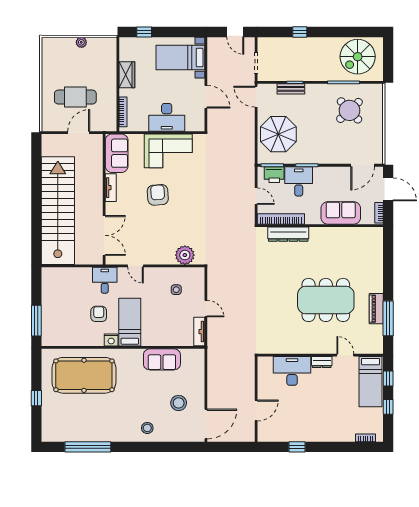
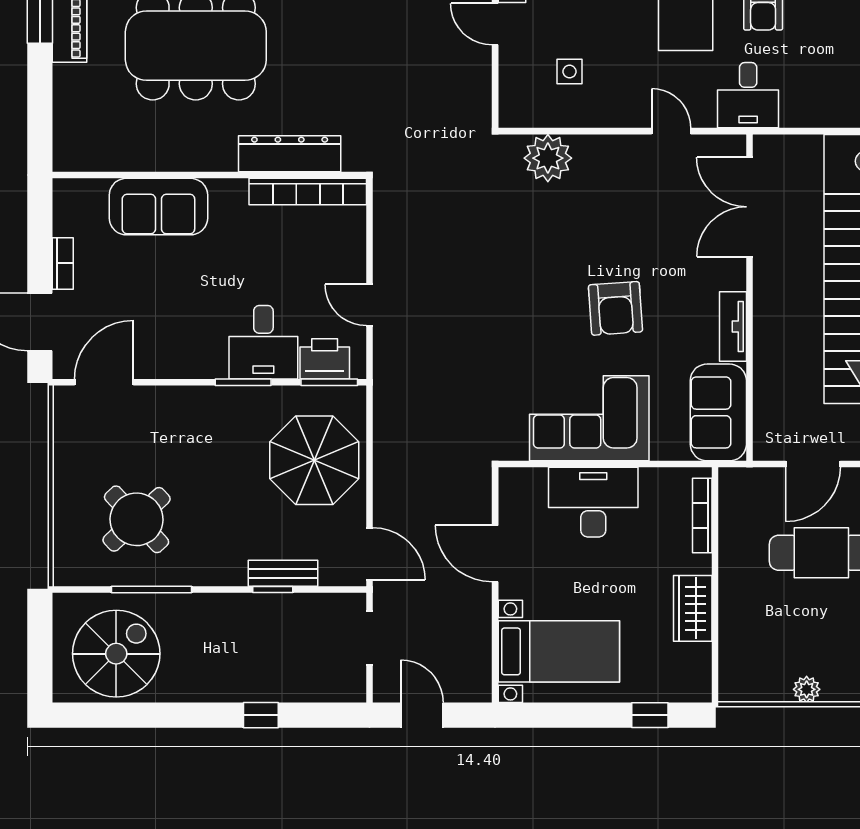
sofa: (341, 213) -> (158, 207), moved
bookcase: (281, 219) -> (308, 192), moved
wall: (320, 226) -> (209, 175), moved
dresser: (288, 234) -> (290, 154), moved

